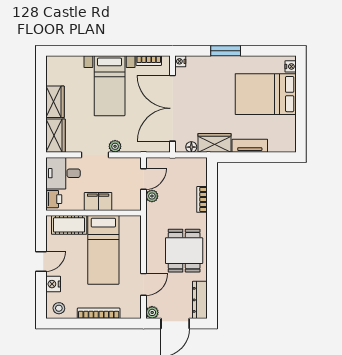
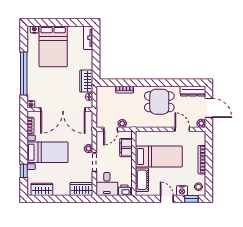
window: (82, 51) -> (24, 171), added
window: (226, 51) -> (24, 74), width x2.11
wardrobe: (55, 102) -> (42, 189), moved
tv unit: (250, 146) -> (88, 38), moved
door: (143, 179) -> (111, 129), swing flipped
filing cabinet: (98, 201) -> (126, 148), moved
window: (41, 298) -> (191, 199), added

